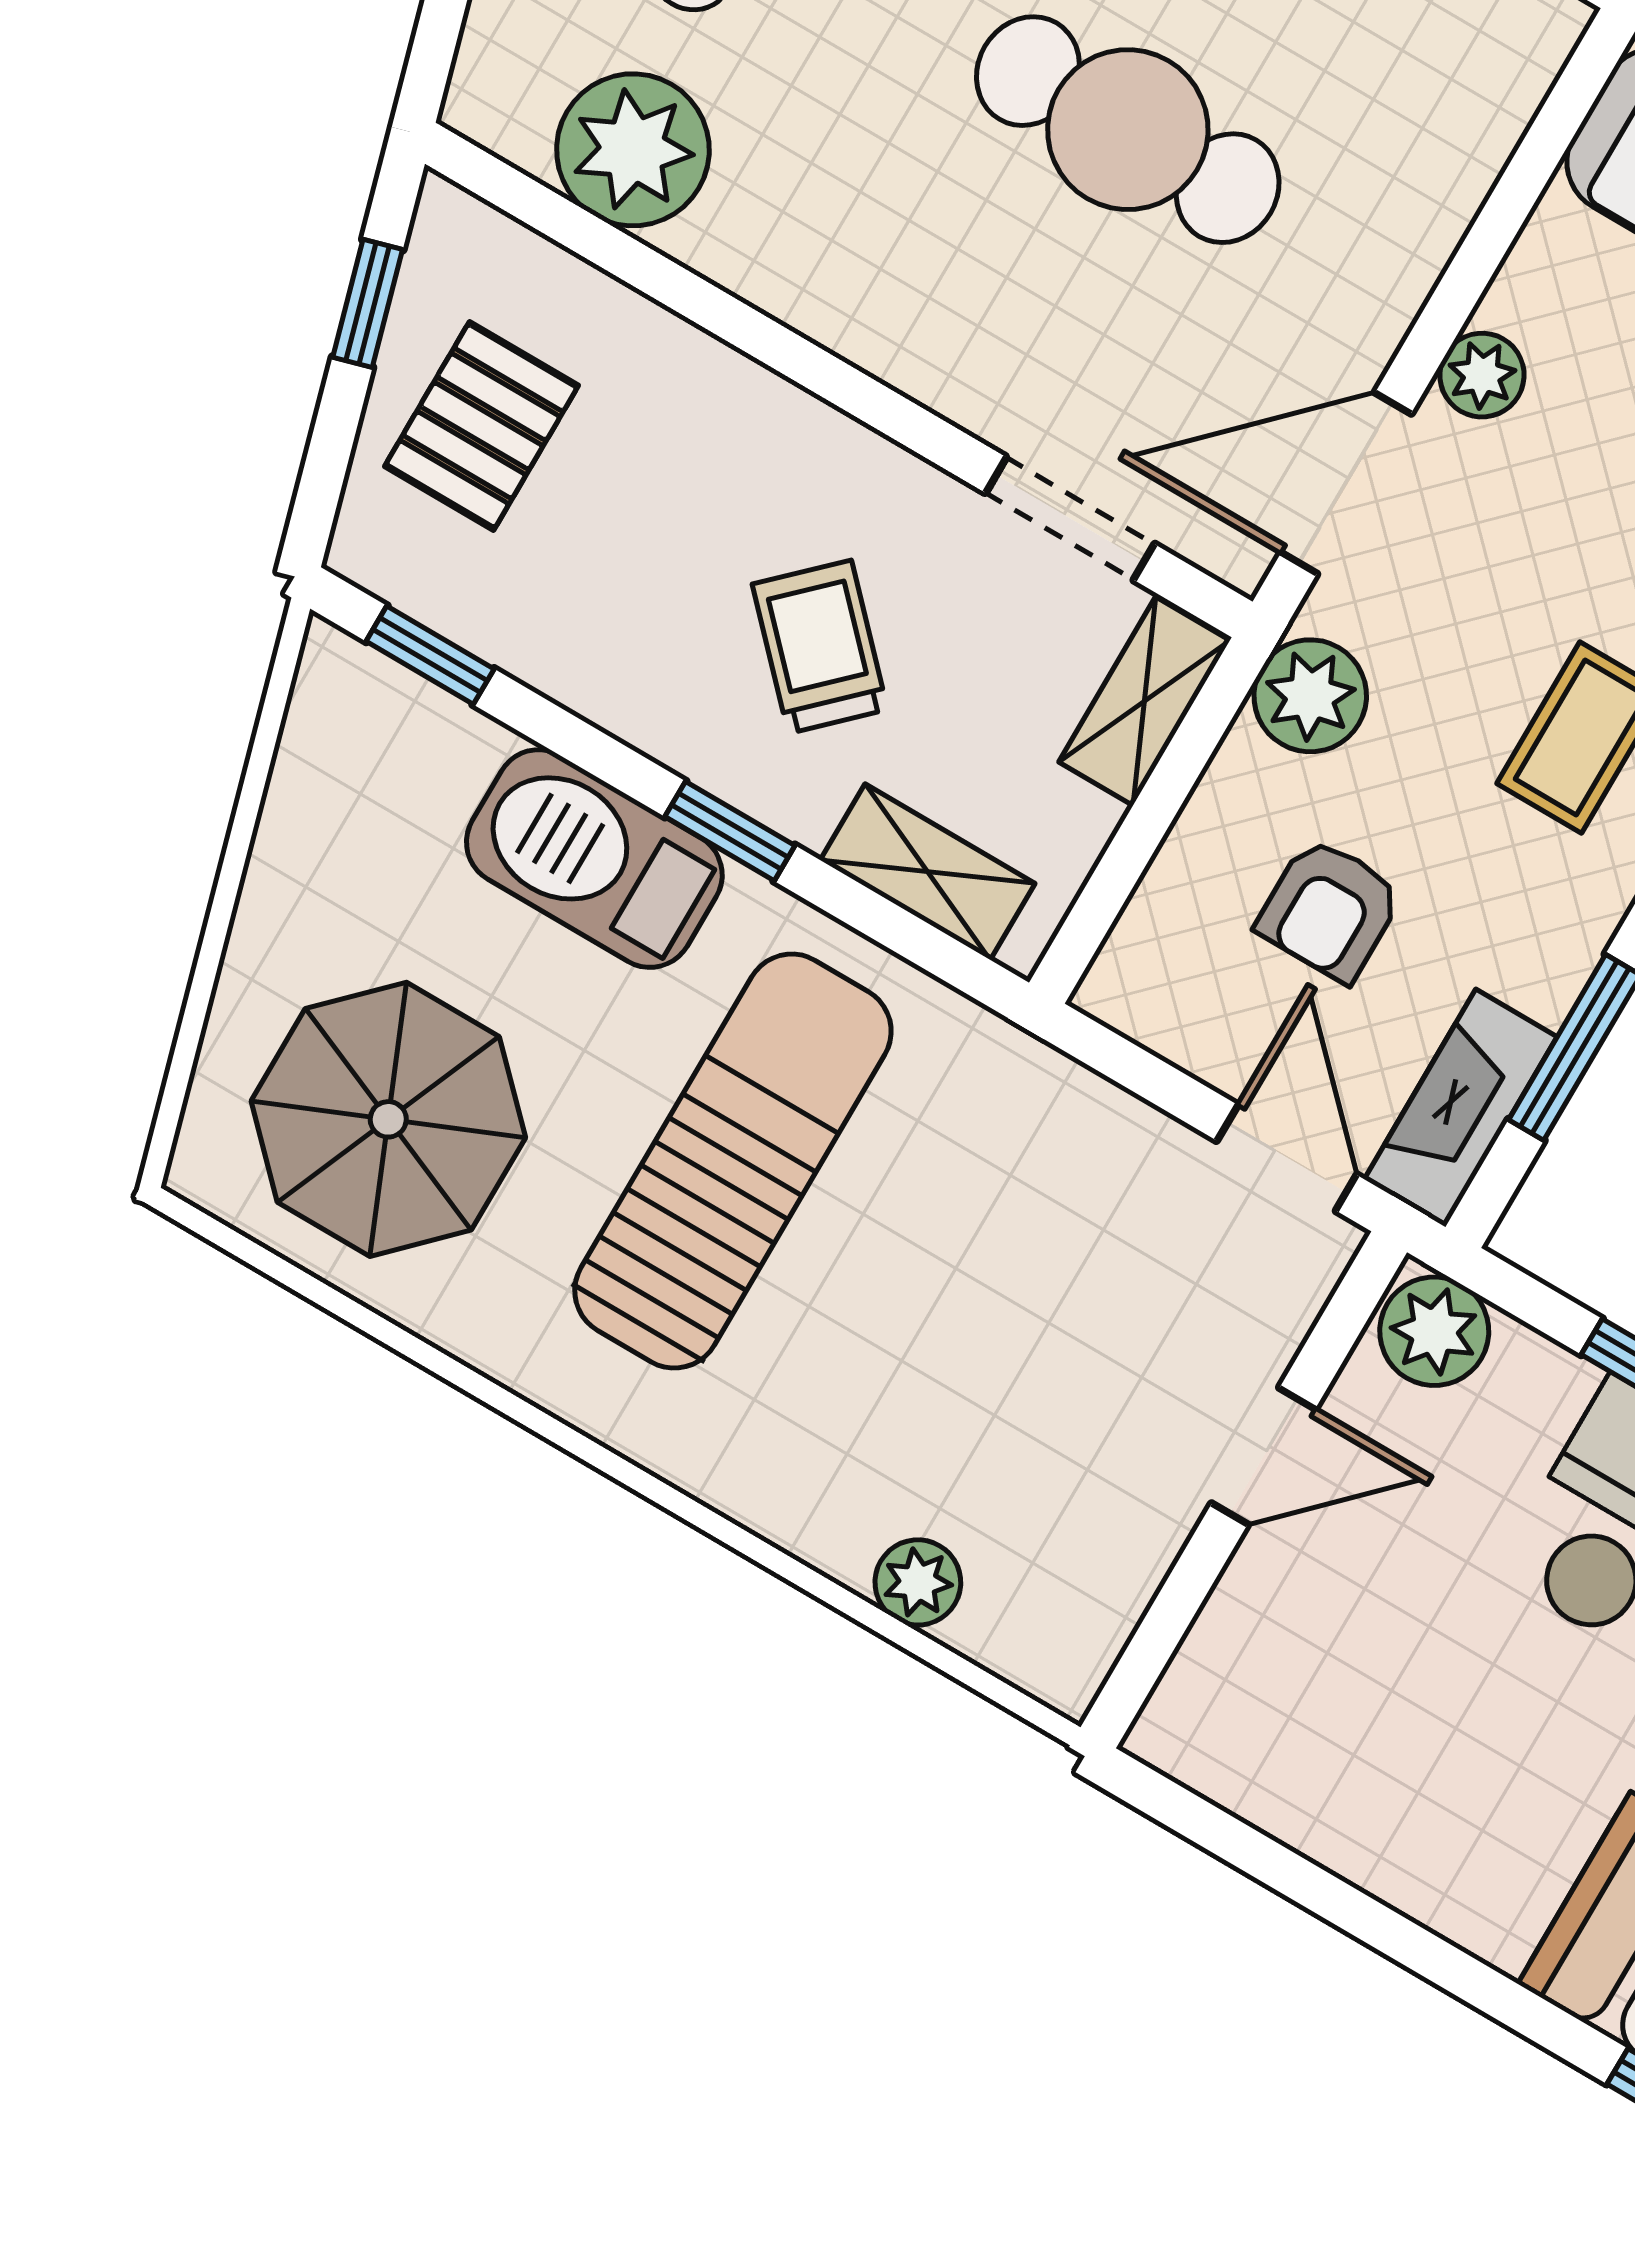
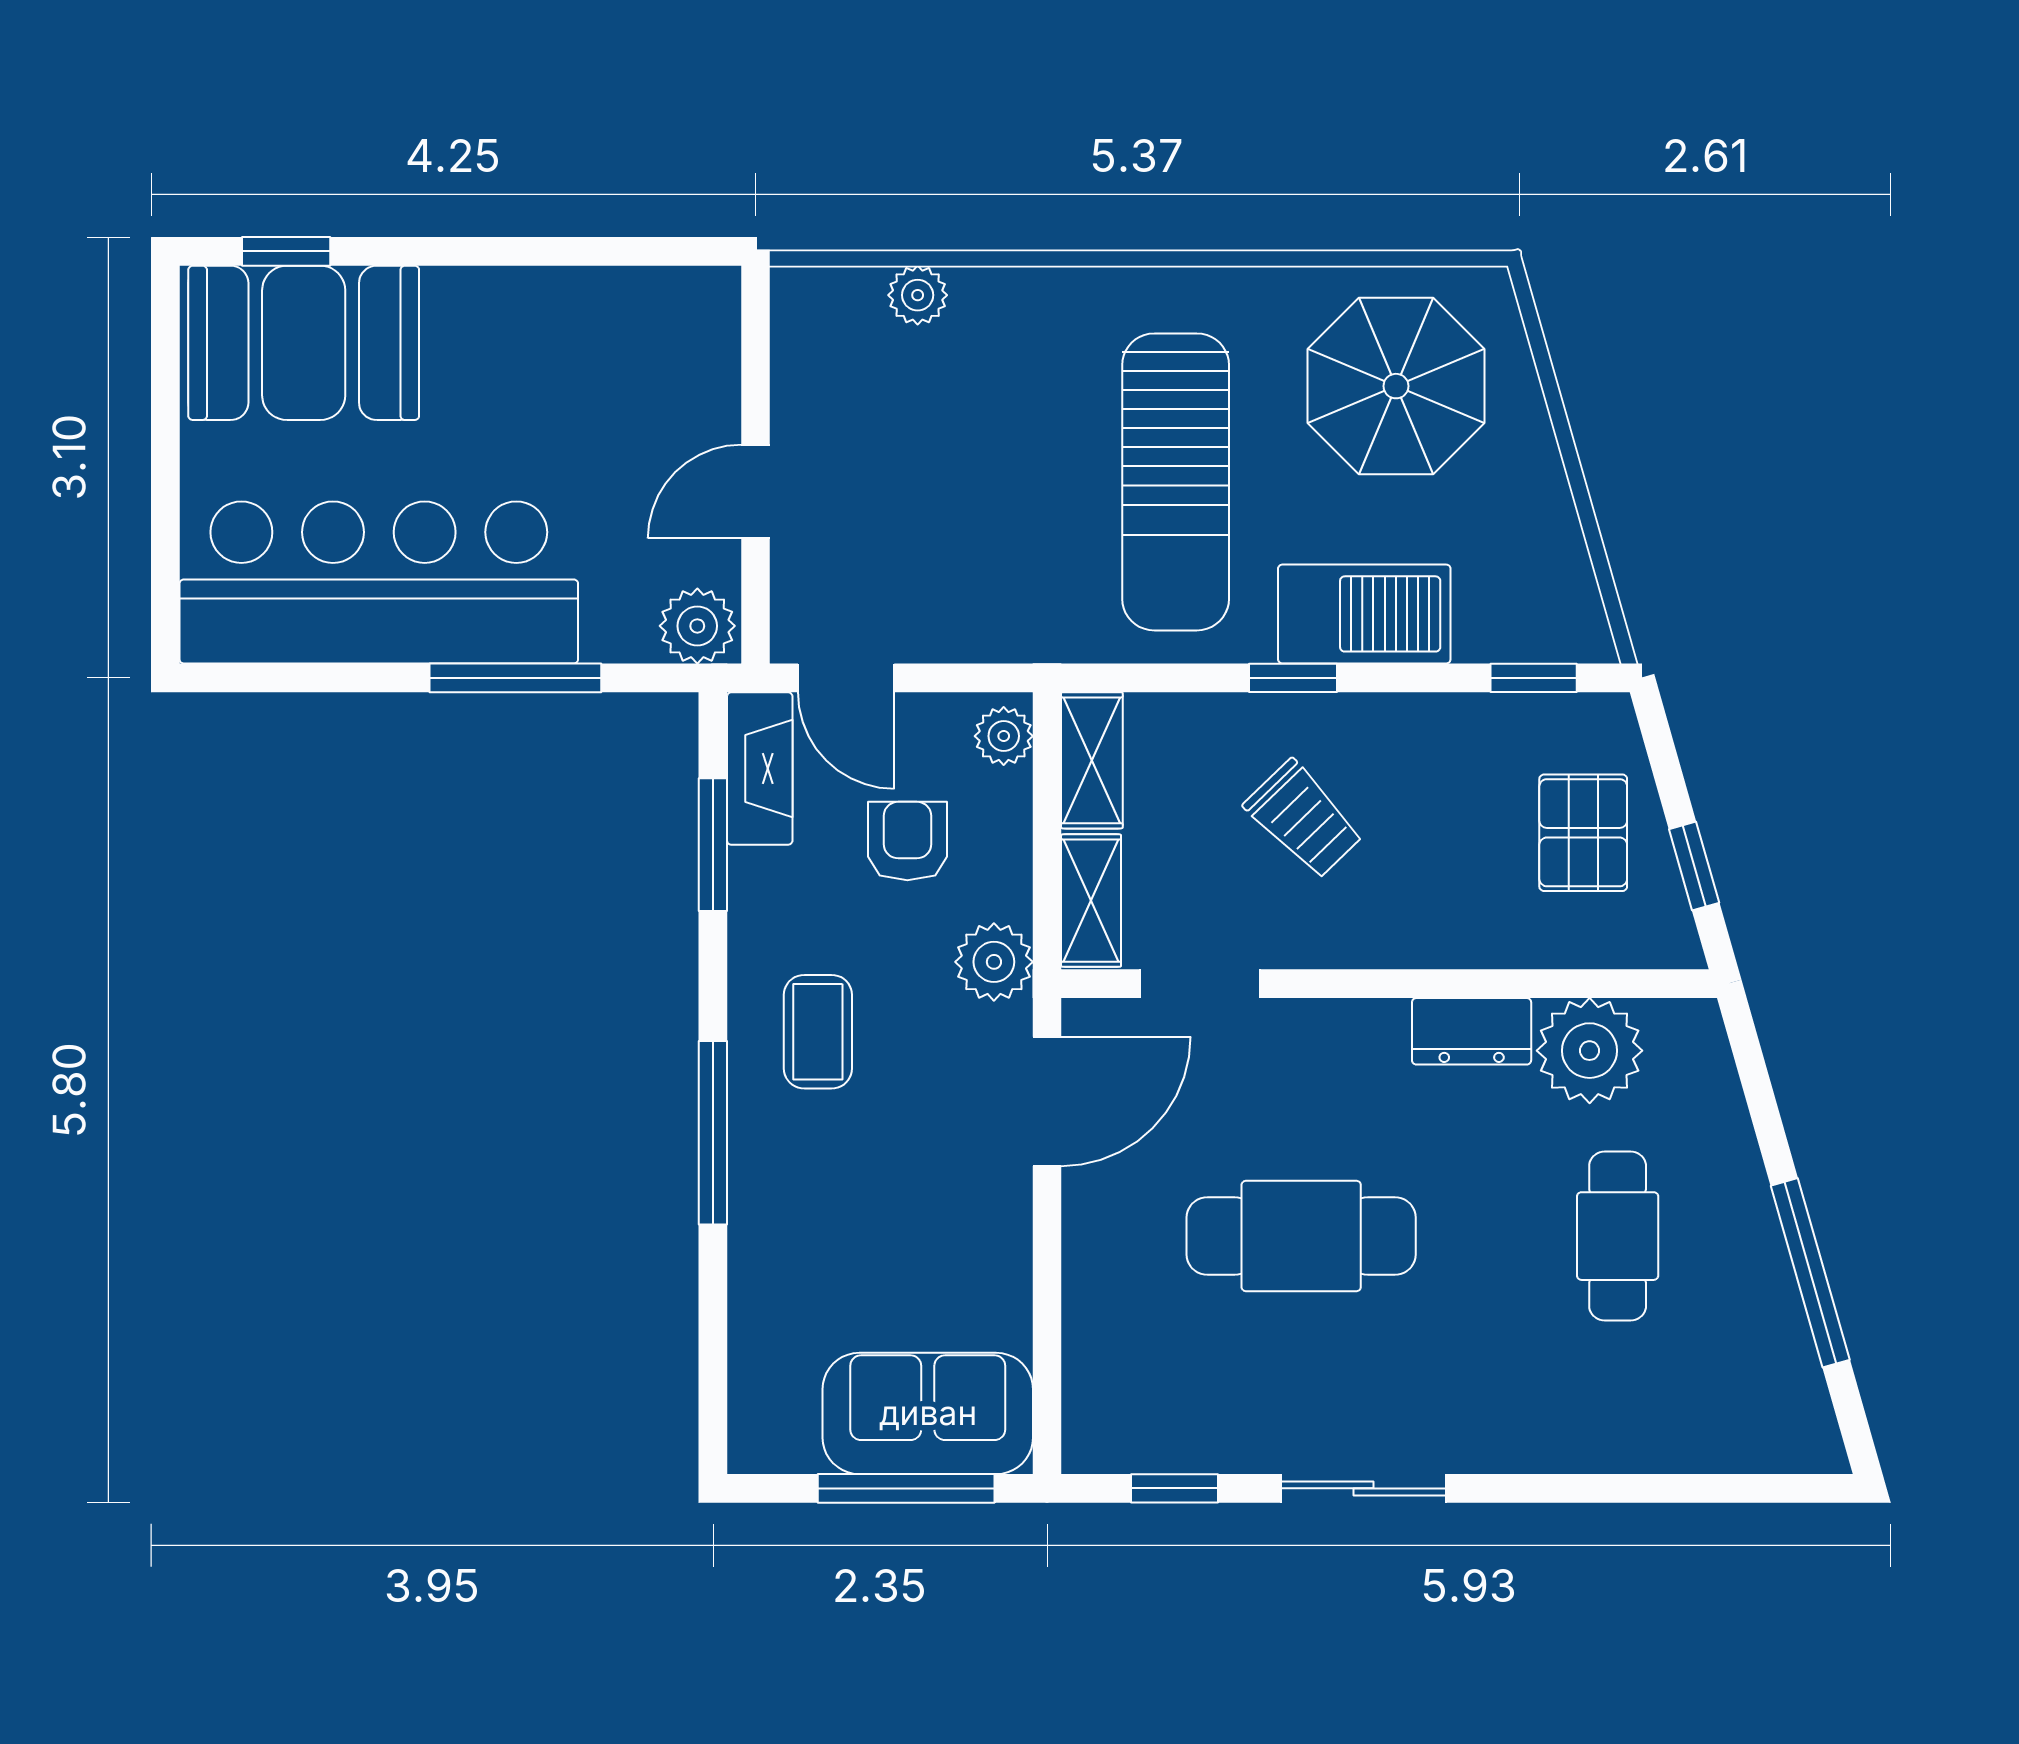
dresser: (766, 260) -> (1472, 1031), added
plant: (1482, 375) -> (1004, 736), moved
shelving: (928, 872) -> (1092, 760), moved, turned 90

